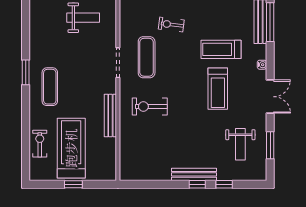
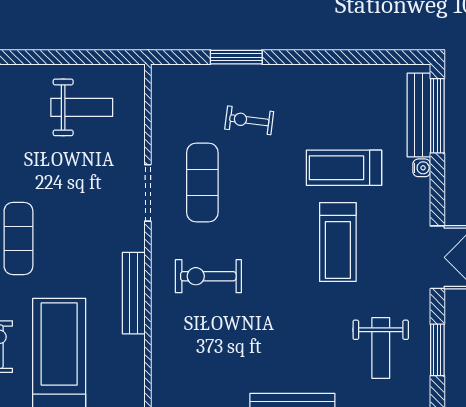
water cooler: (262, 65) -> (422, 168), moved

